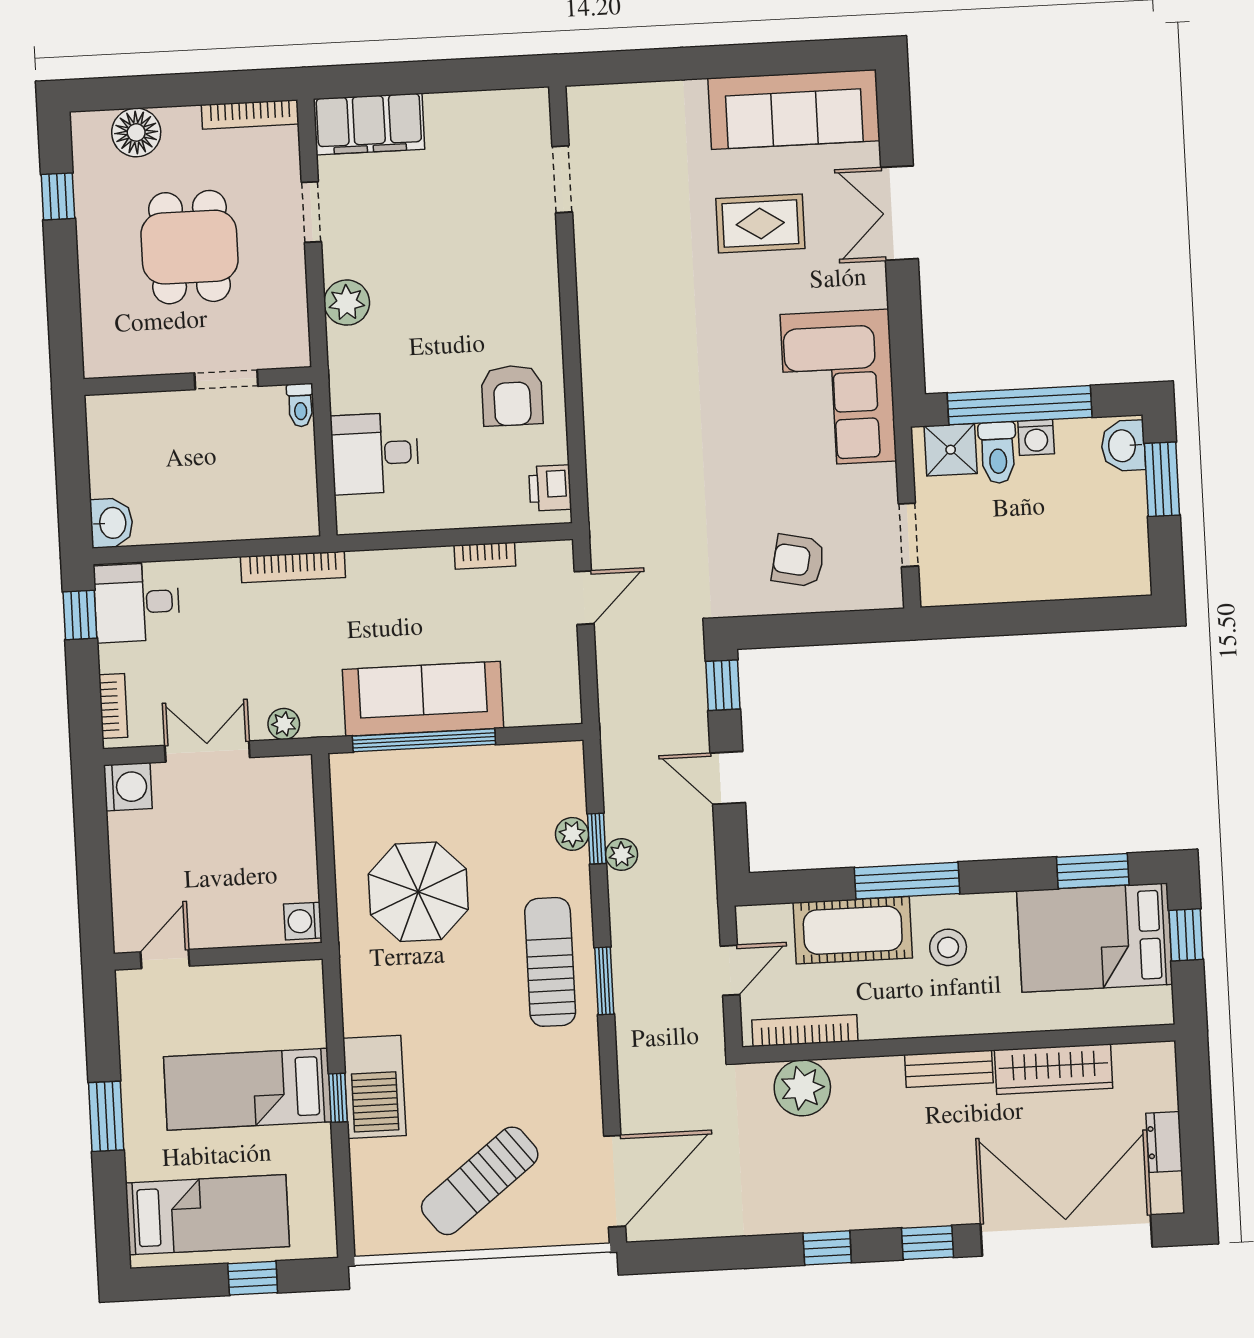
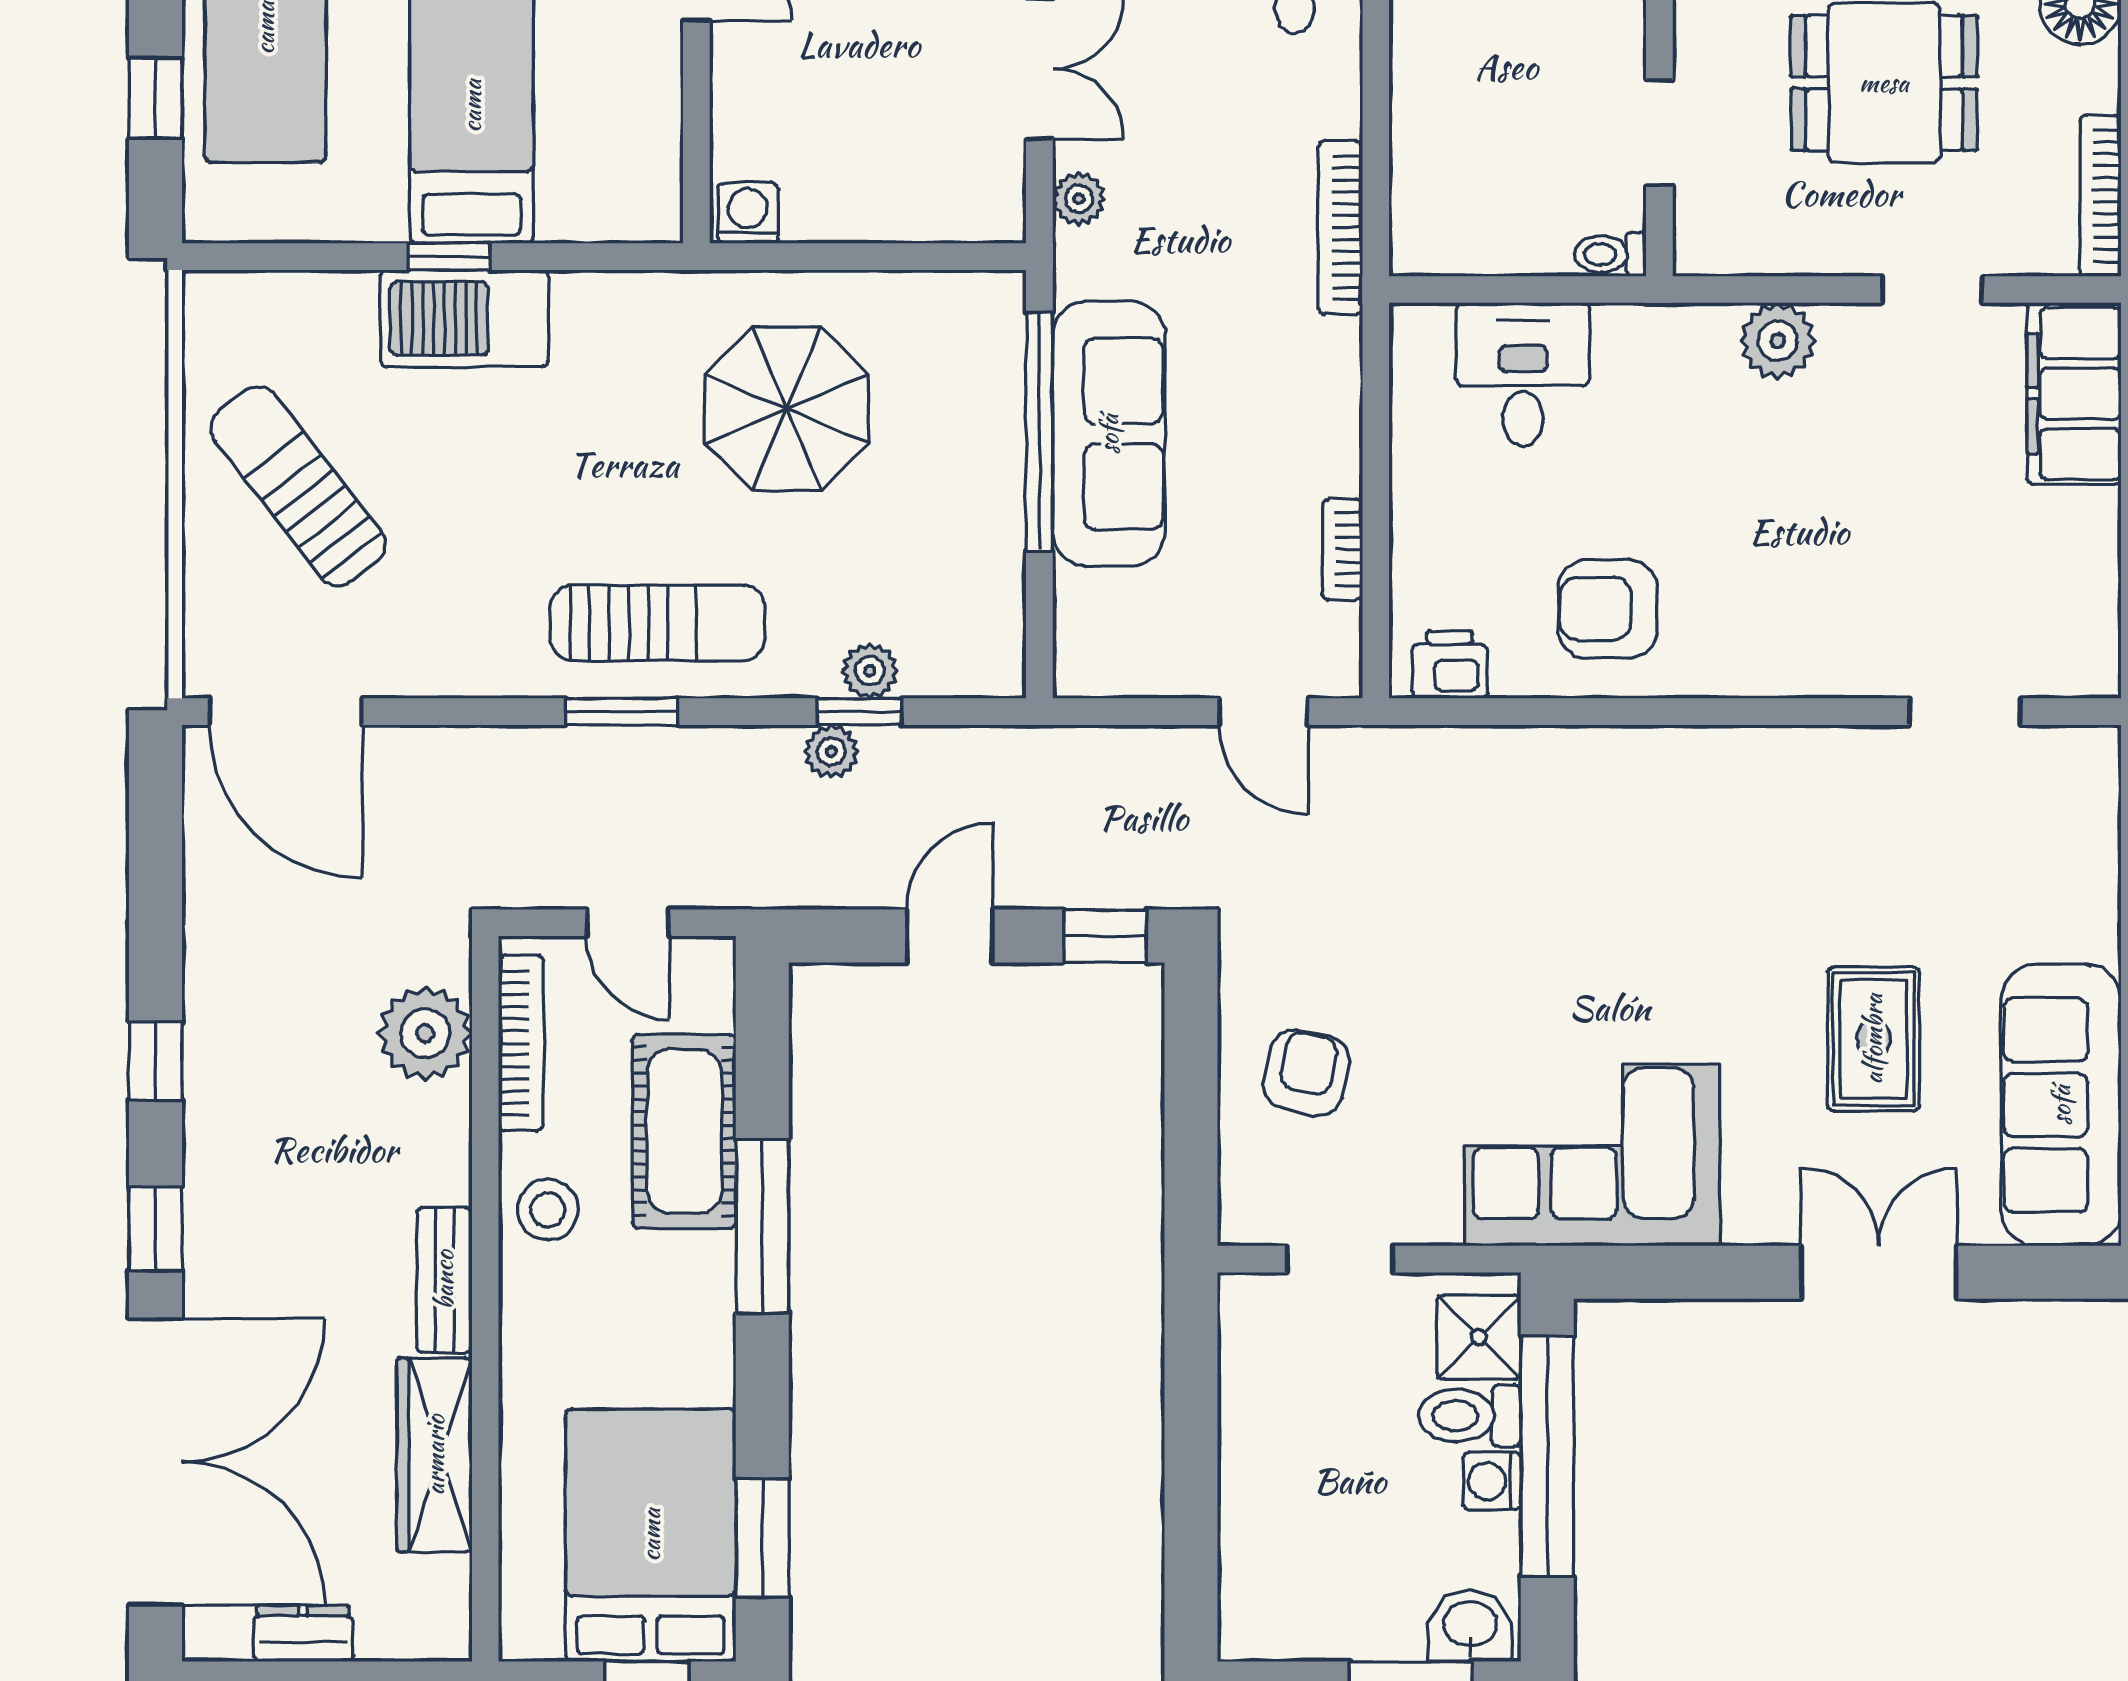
stool: (948, 947) -> (548, 1210), moved

